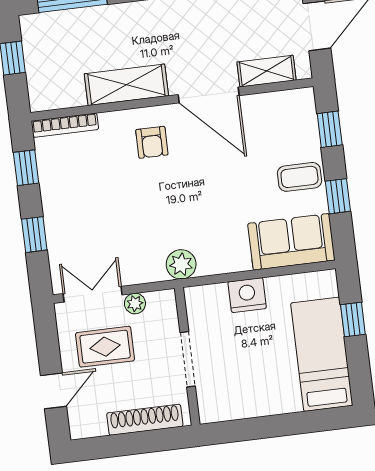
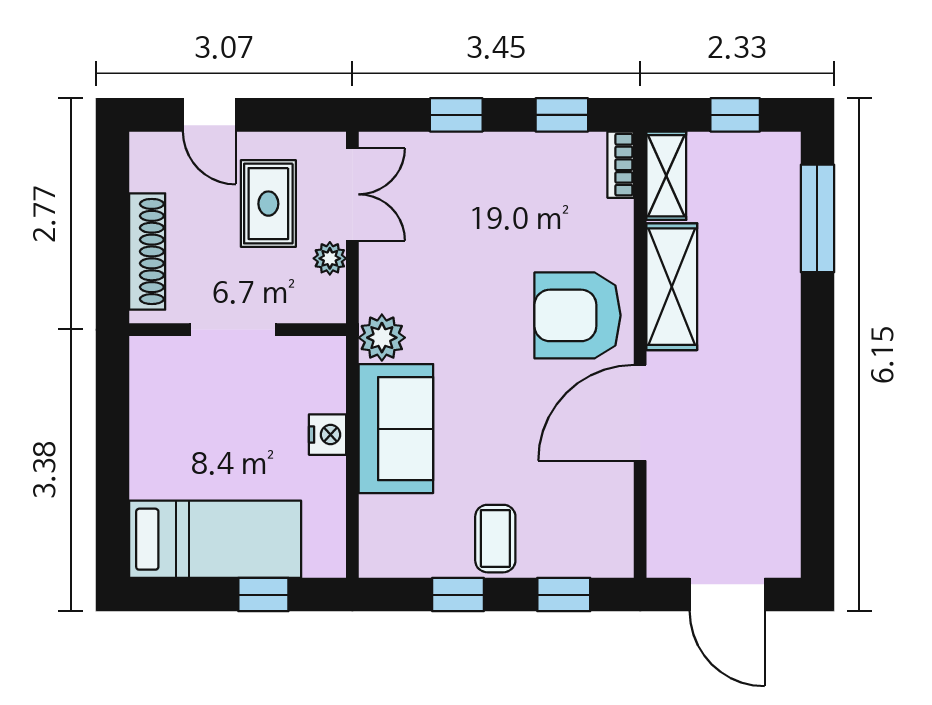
shelving: (267, 71) -> (666, 176), moved
bookcase: (65, 125) -> (621, 165), width x0.64
armchair: (152, 142) -> (578, 315), width x1.88, depth x1.88
sofa: (291, 242) -> (396, 429), moved
nightstand: (247, 295) -> (328, 435), width x0.74, depth x0.75

